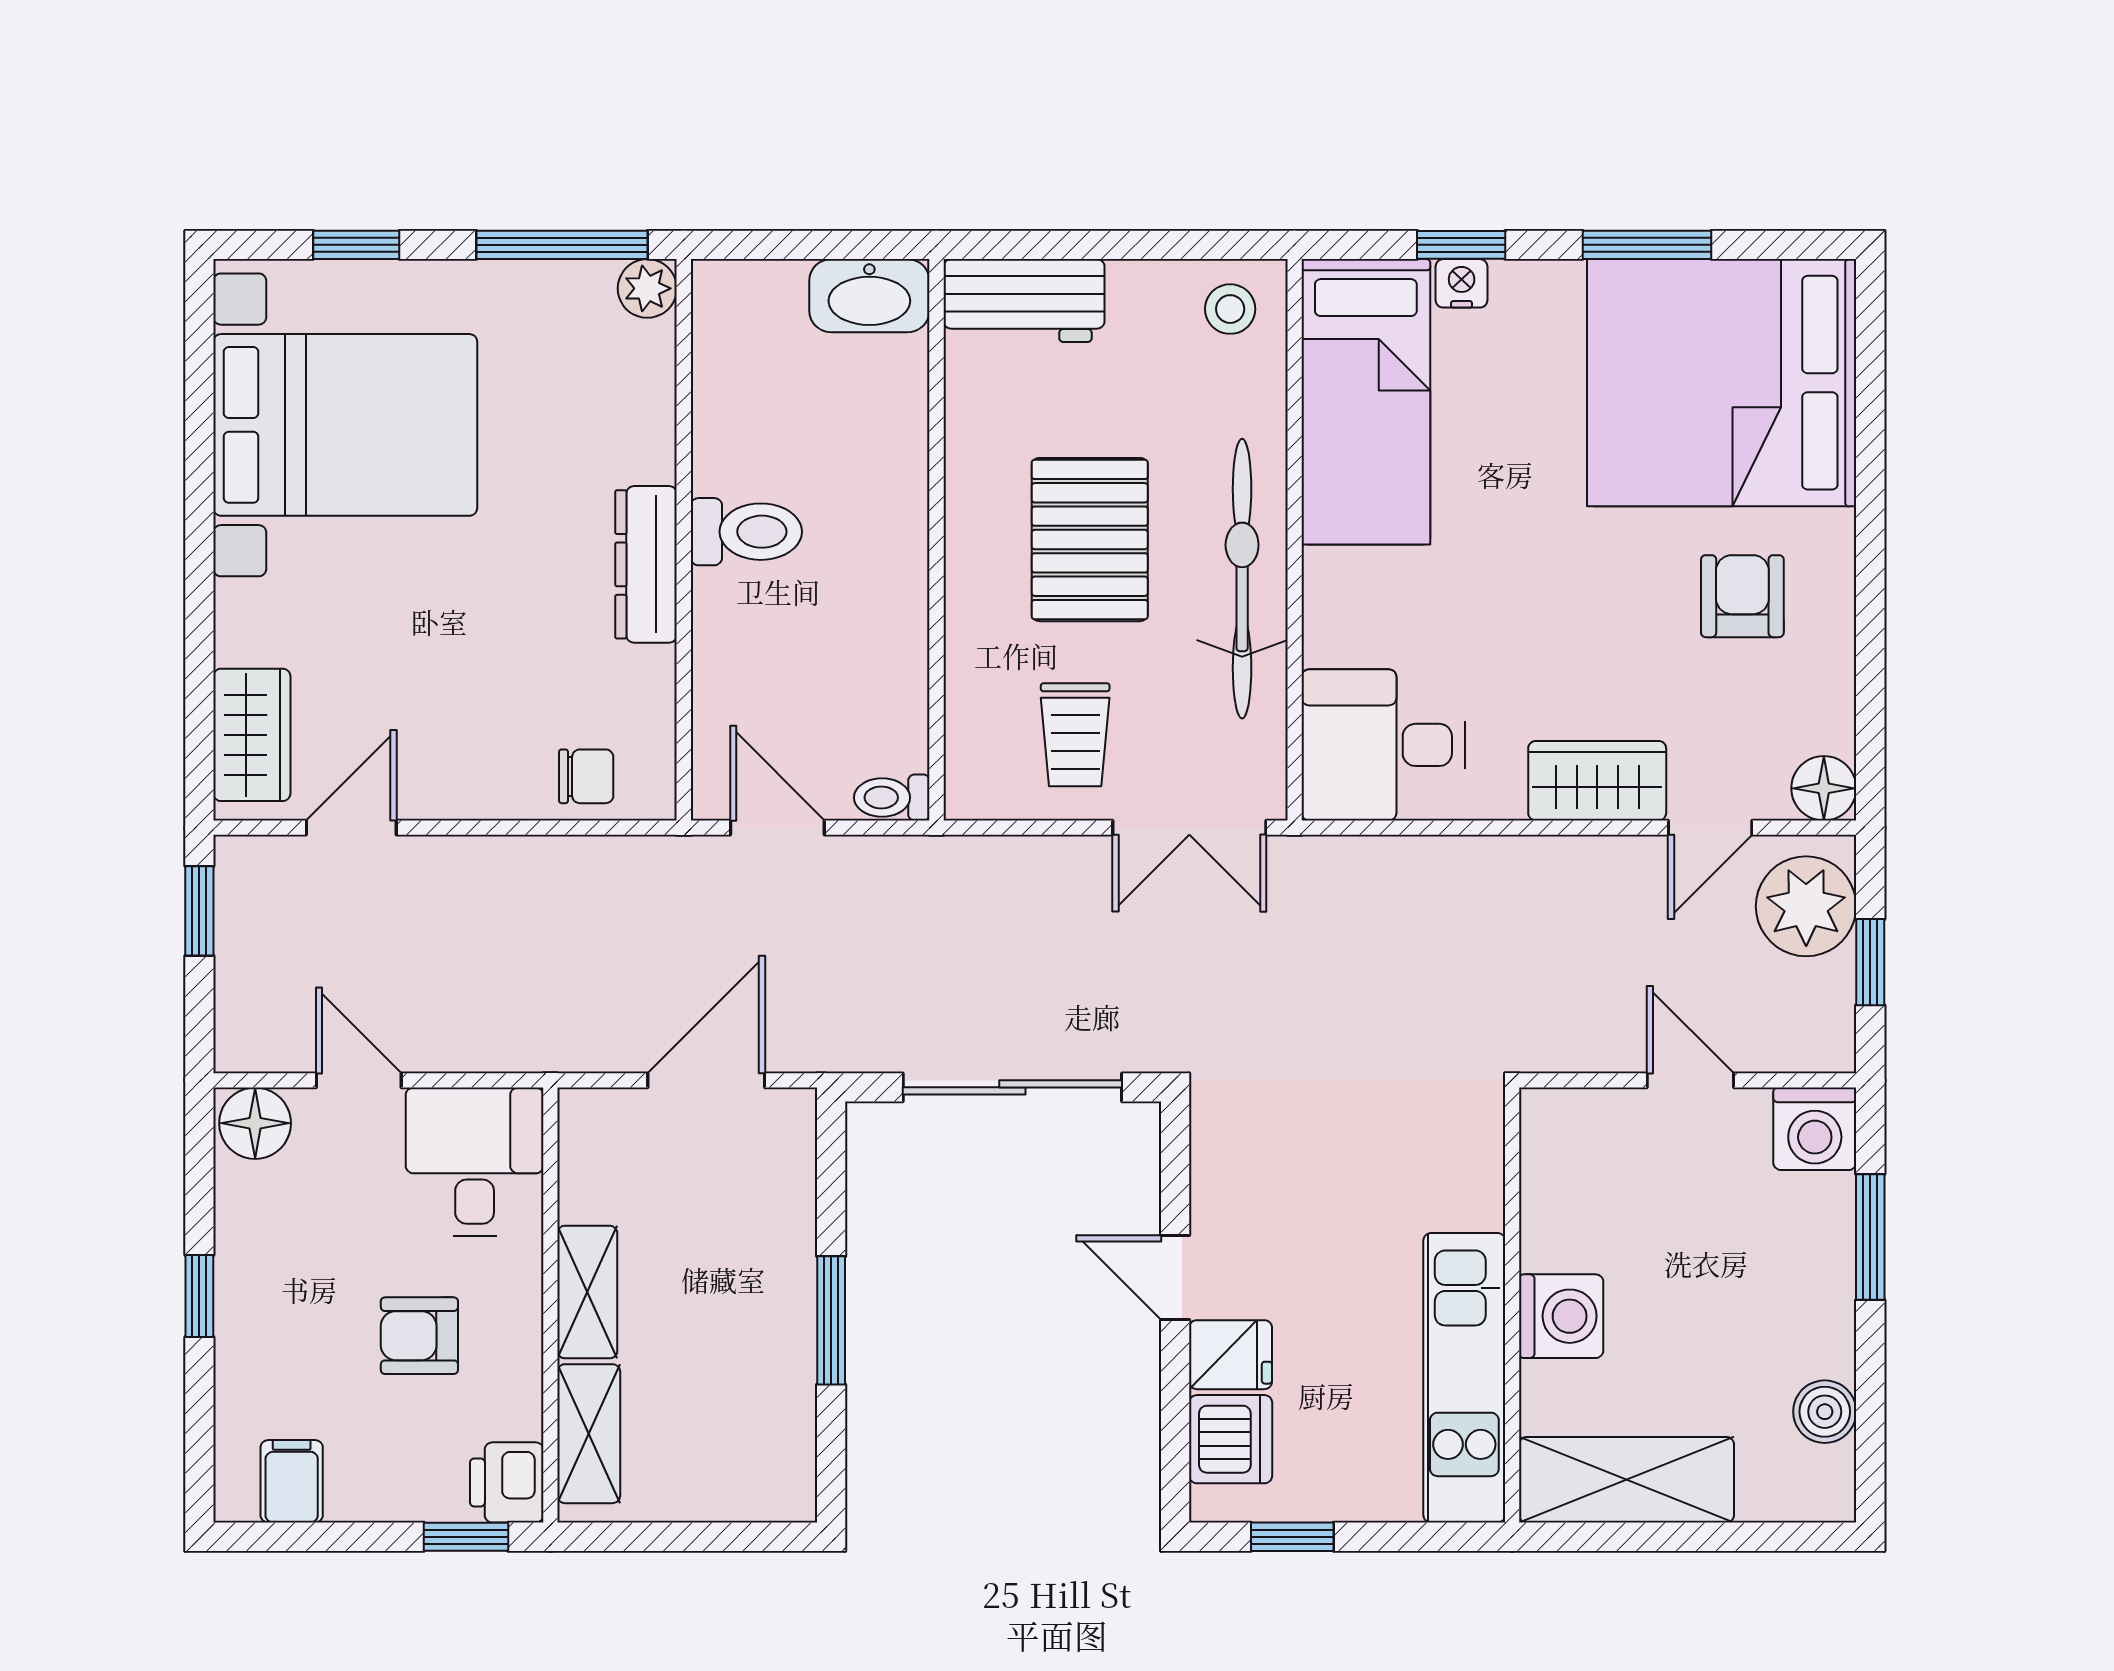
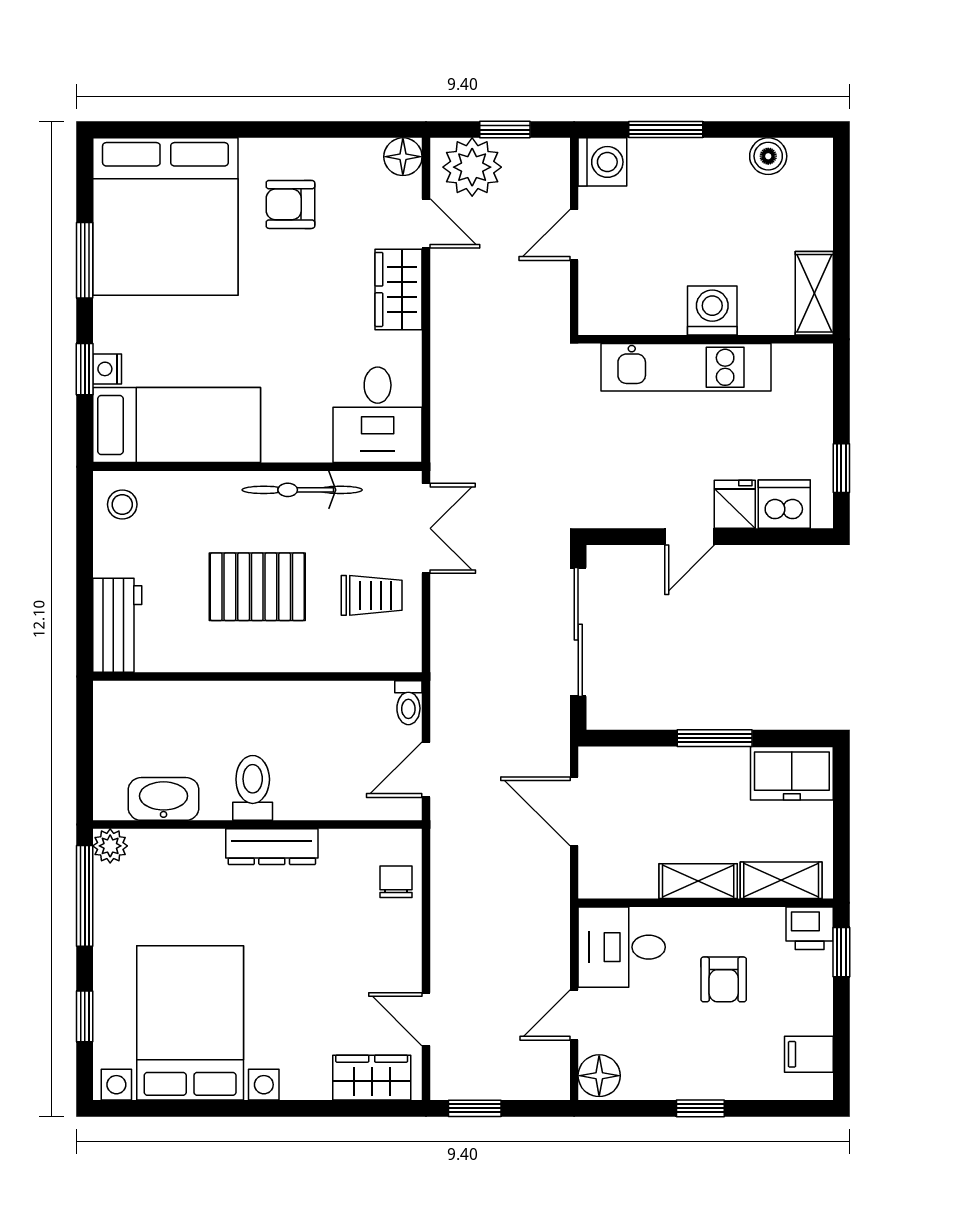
washbasin: (869, 296) -> (164, 799), moved, turned -90
bicycle: (1242, 579) -> (302, 490), width x0.73, depth x0.71
kitchen unit: (1464, 1378) -> (686, 367), moved
freezer: (771, 1452) -> (792, 773), added
shelving: (1627, 1480) -> (814, 293), width x0.67, depth x0.75

